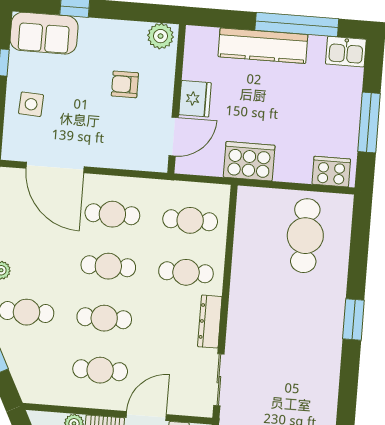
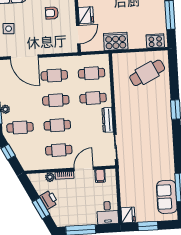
cafe table: (305, 236) -> (147, 73), turned 64

